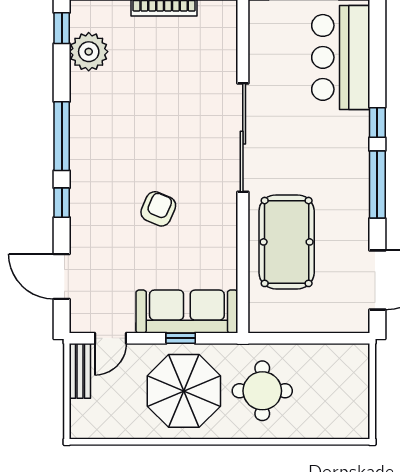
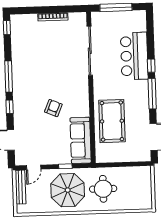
plant: (89, 52) -> (19, 38), removed
bar counter: (341, 57) -> (134, 56), moved
sliding door: (243, 138) -> (90, 51), moved
sofa: (187, 312) -> (81, 140), moved, turned -90
bench: (80, 371) -> (20, 187), width x1.36

